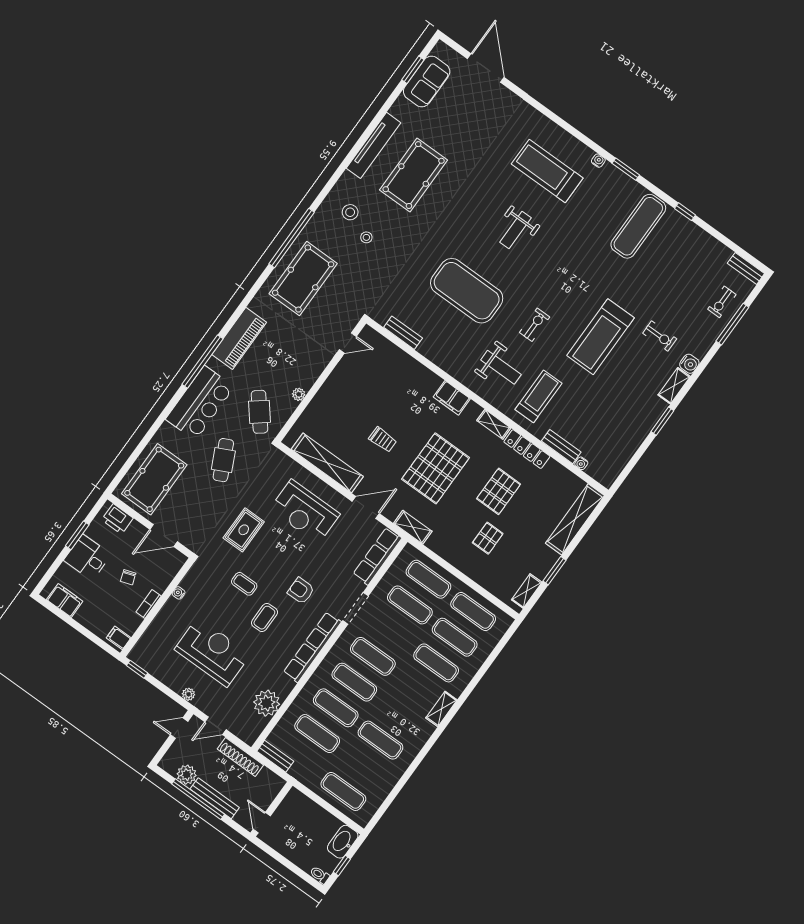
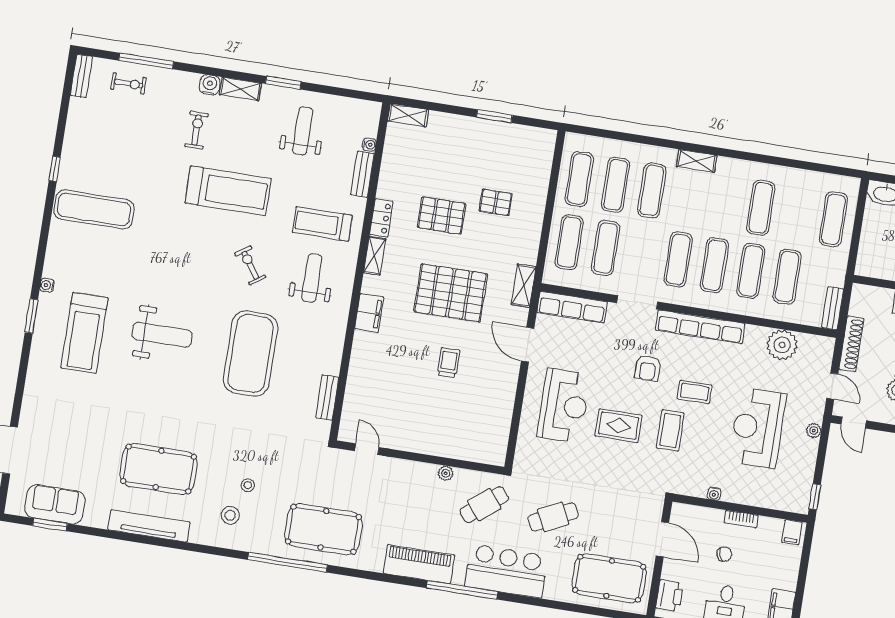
window: (626, 169) -> (31, 316), moved
weight bench: (516, 230) -> (162, 335), width x1.36, depth x1.33
exercise bike: (535, 325) -> (250, 265), turned 55
weight bench: (618, 417) -> (303, 131), added
locker: (527, 449) -> (381, 218), width x0.66
shelving: (327, 463) -> (502, 408), removed
shelving: (575, 519) -> (408, 115), width x0.45, depth x0.75
rug: (244, 530) -> (619, 426), moved
coffee table: (244, 584) -> (670, 431), width x1.36, depth x1.30
shelving: (527, 591) -> (530, 134), removed

